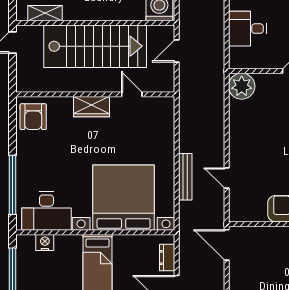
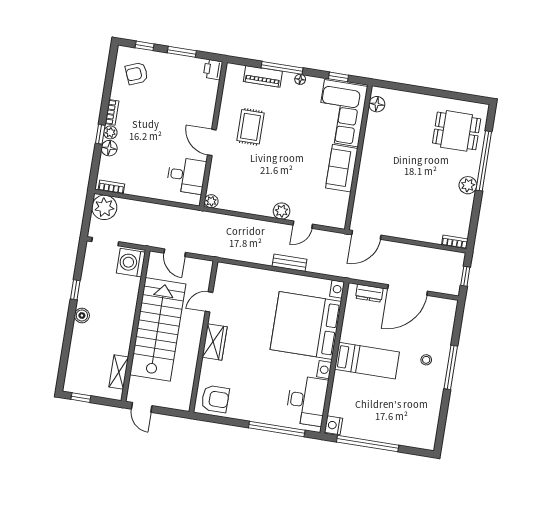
desk: (247, 29) -> (186, 175), moved, turned -90
plant: (242, 86) -> (211, 201), width x0.53, depth x0.53
plant: (237, 154) -> (282, 211), added
bench: (185, 177) -> (289, 263), width x0.73
nightstand: (45, 243) -> (334, 425), moved

